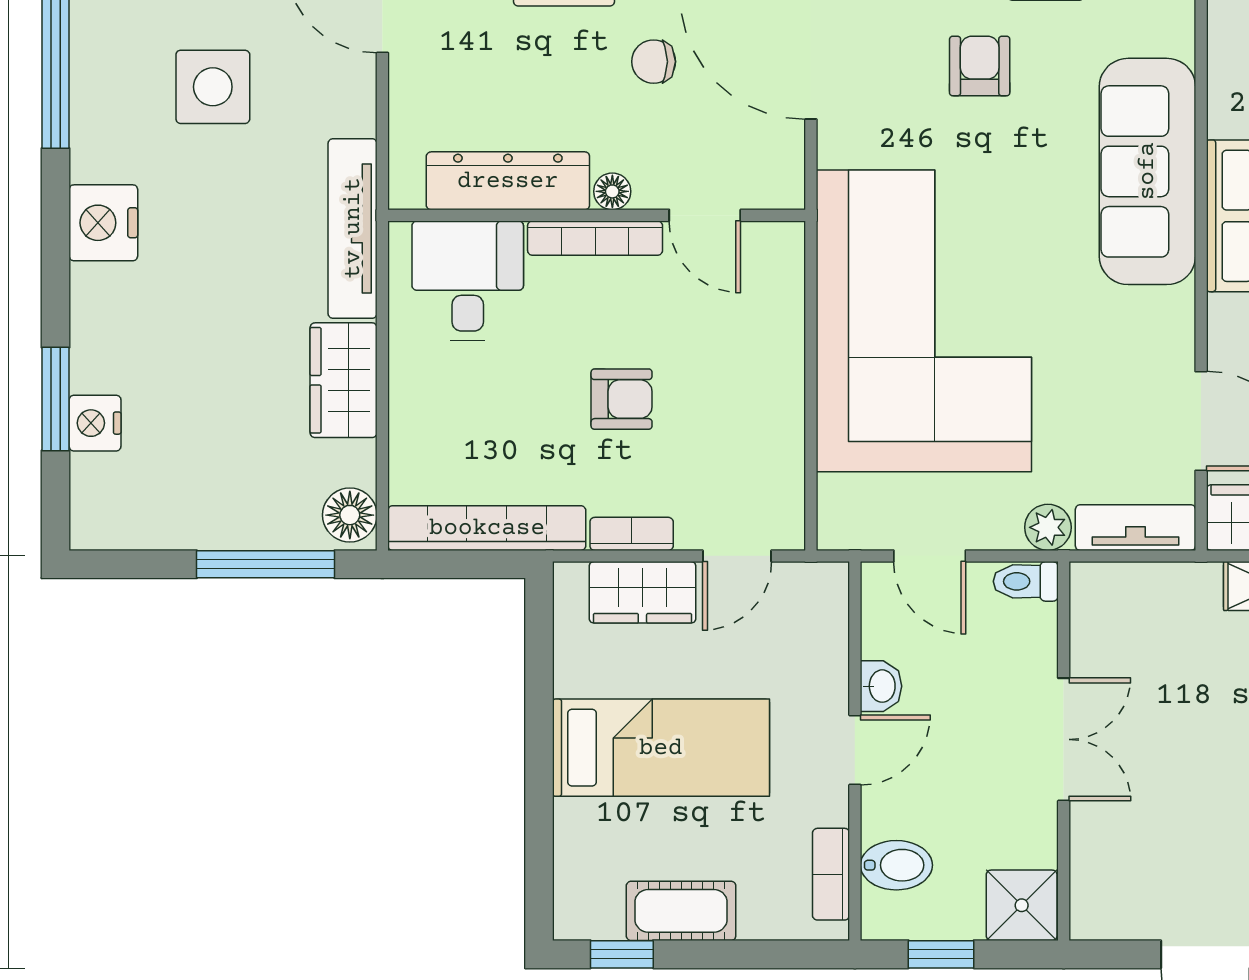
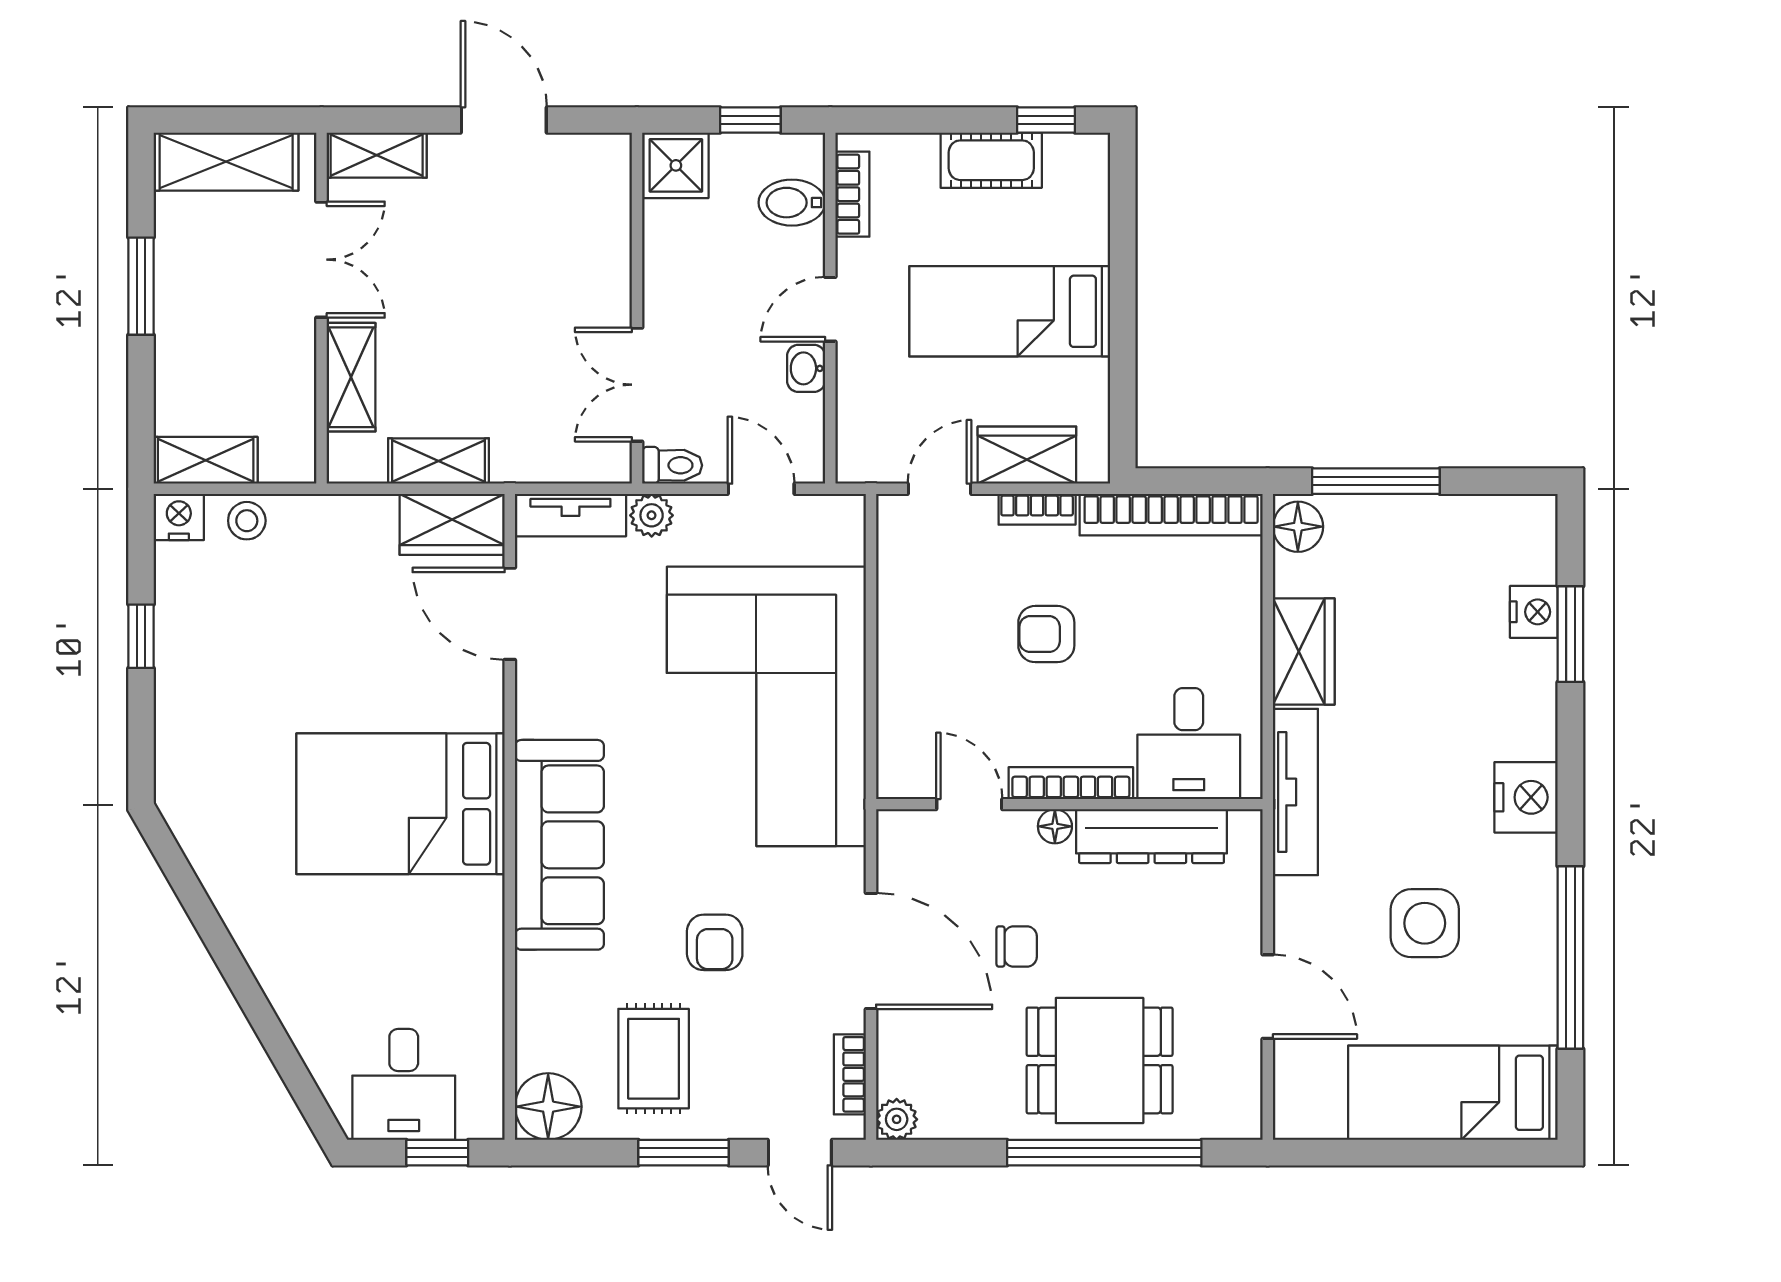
double door: (1064, 739) -> (637, 385), moved

